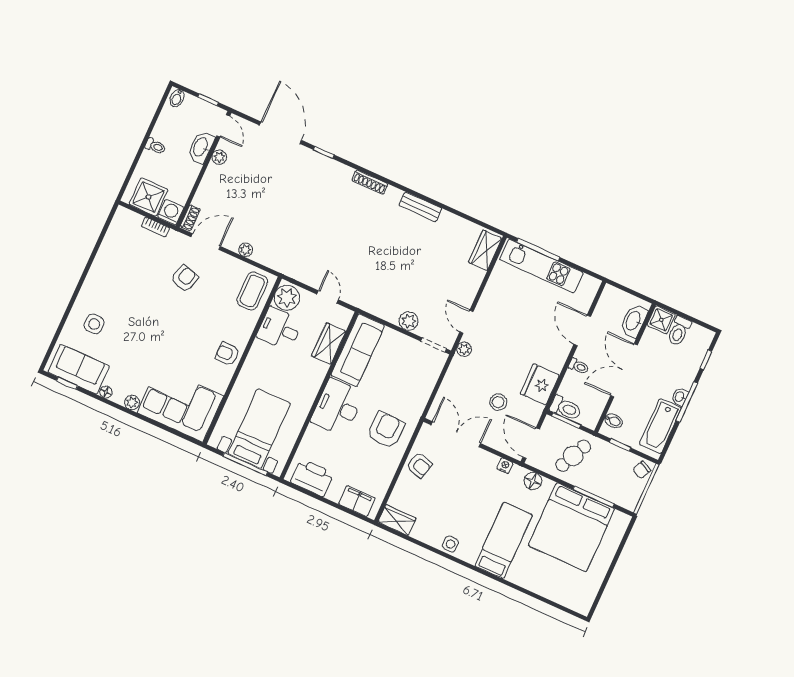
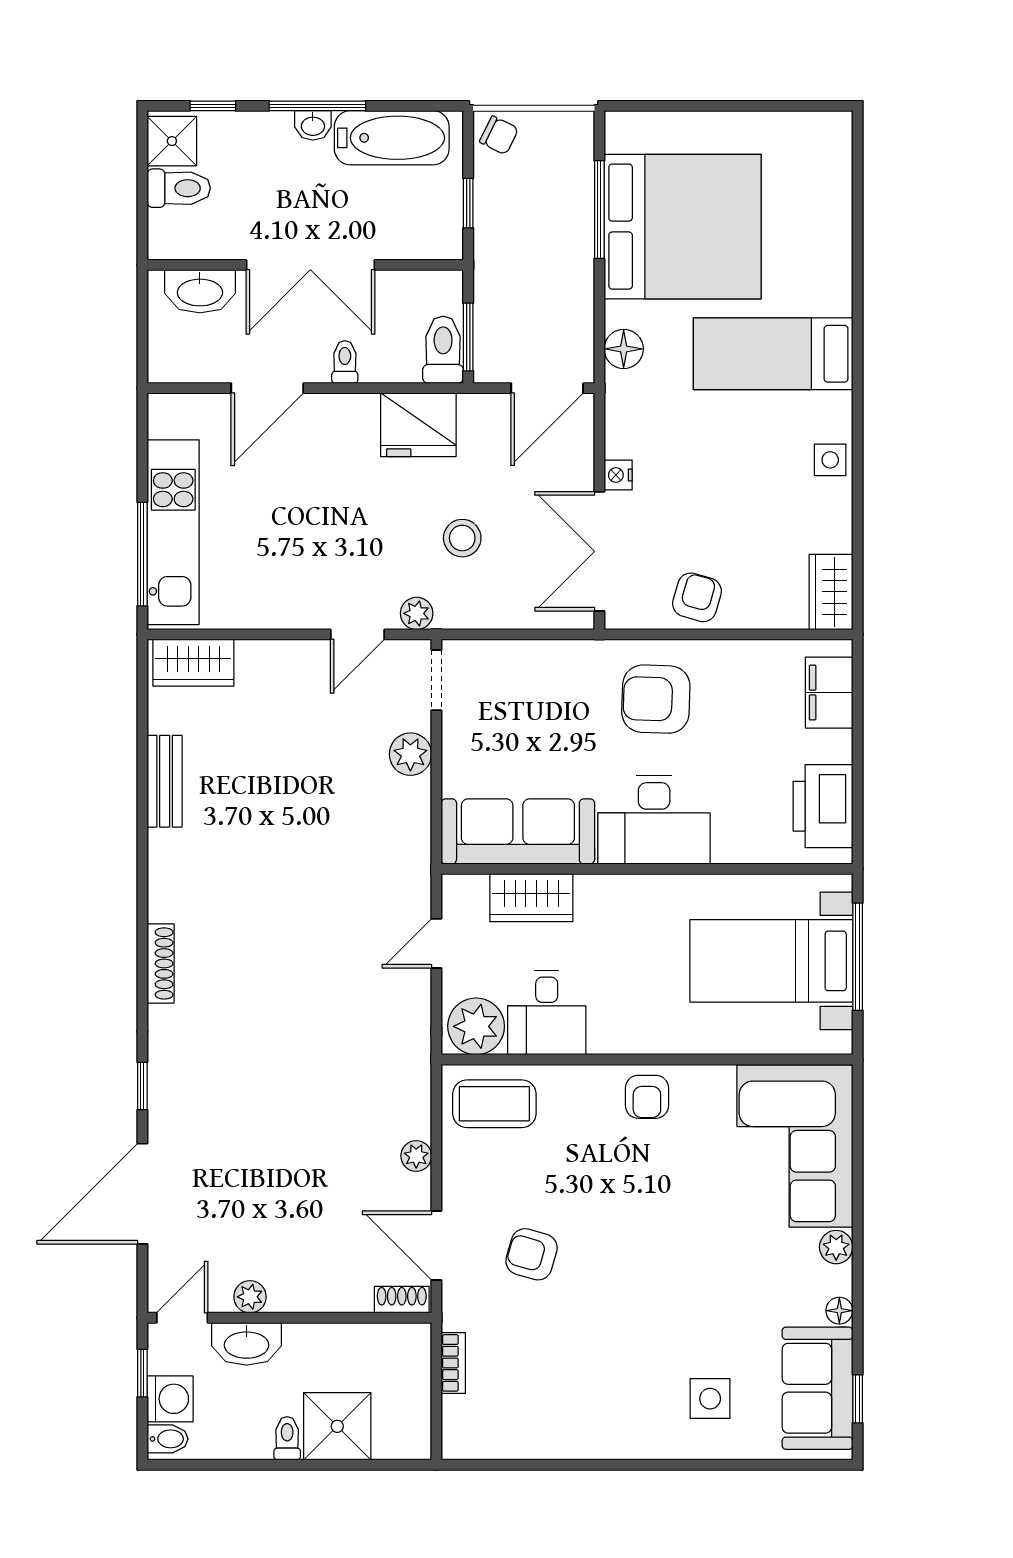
shower: (148, 197) -> (337, 1426), moved
bench: (420, 207) -> (165, 781), moved
washing machine: (171, 212) -> (170, 1399), moved, turned 180
shower: (661, 320) -> (172, 141), moved
stool: (498, 402) -> (462, 538), moved
bidet: (613, 421) -> (424, 239), removed
cafe table: (573, 456) -> (534, 289), removed
nightstand: (505, 466) -> (618, 475), moved

